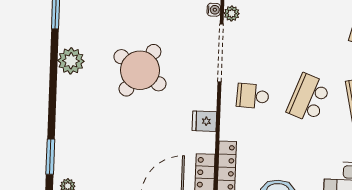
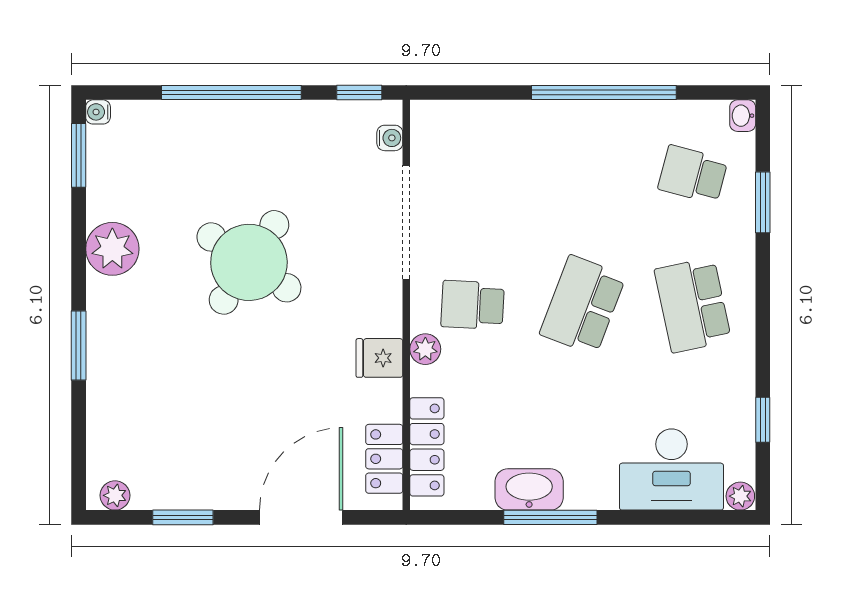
plant: (232, 13) -> (425, 349), moved
window: (50, 157) -> (79, 346), moved

